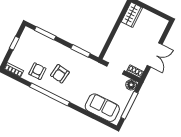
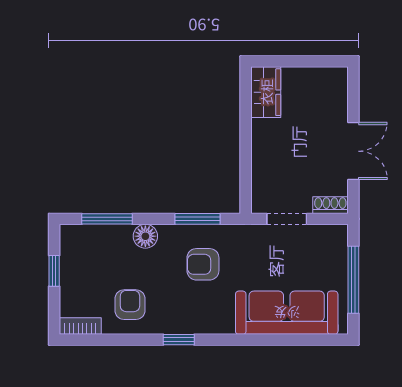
armchair: (60, 74) -> (203, 264), moved, turned 82
floor lamp: (131, 85) -> (145, 236), moved
window: (50, 94) -> (179, 340), width x0.32
sofa: (102, 108) -> (287, 313), width x1.36

